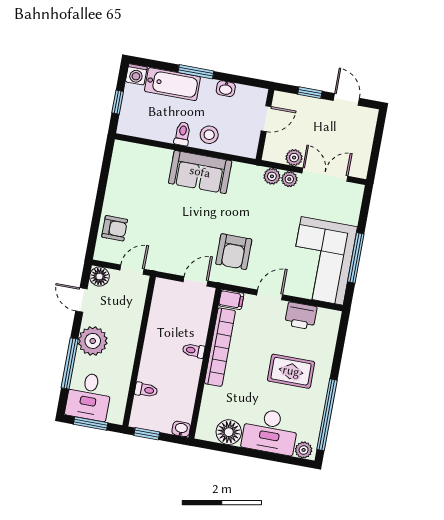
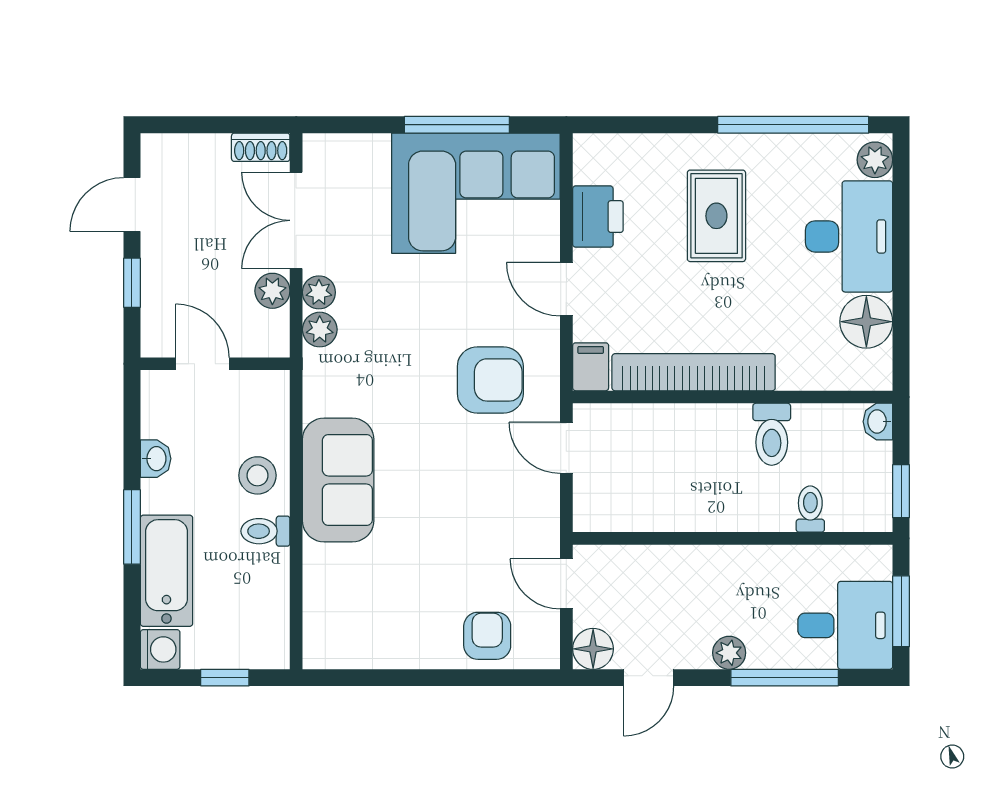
shoe rack: (362, 164) -> (261, 147), added
plant: (93, 341) -> (729, 653), width x0.53, depth x0.53
toilet: (194, 351) -> (772, 434), moved, width x1.37, depth x1.39

